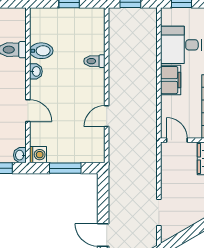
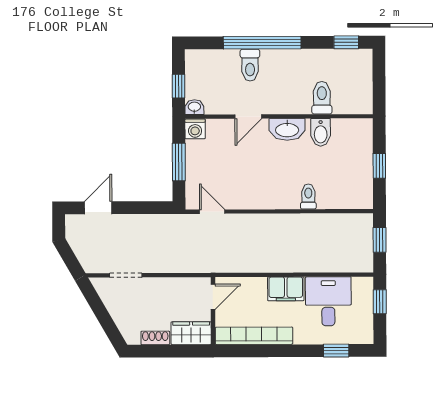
washbasin: (36, 71) -> (287, 129), width x1.91, depth x1.45
door: (107, 116) -> (212, 212), moved

